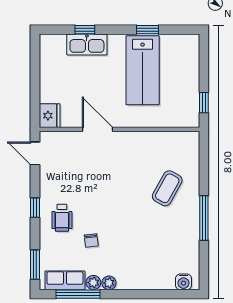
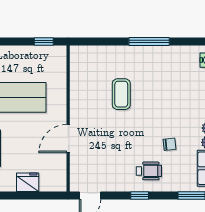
fridge: (50, 116) -> (28, 182), moved
coffee table: (167, 188) -> (121, 94), moved, turned 61

